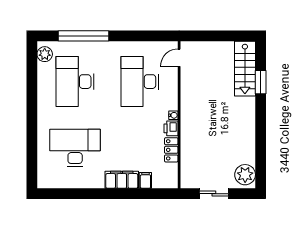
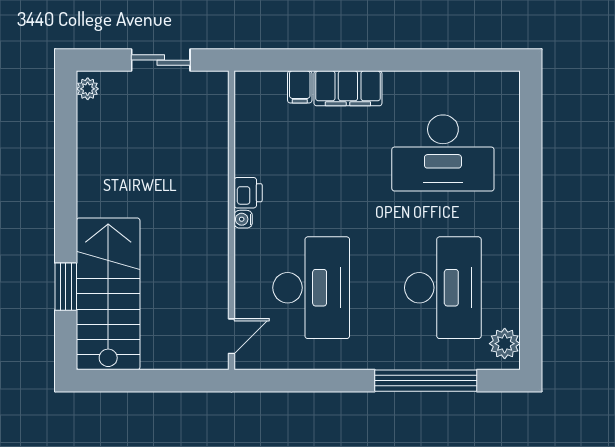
stairs: (245, 69) -> (108, 294), width x1.36, depth x1.51
locker: (171, 150) -> (247, 149), removed
plant: (245, 175) -> (88, 89), width x0.53, depth x0.53

